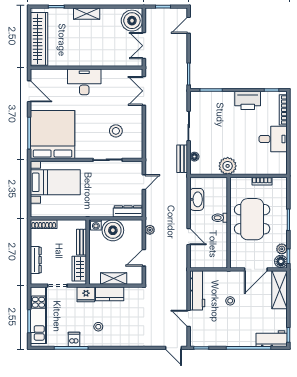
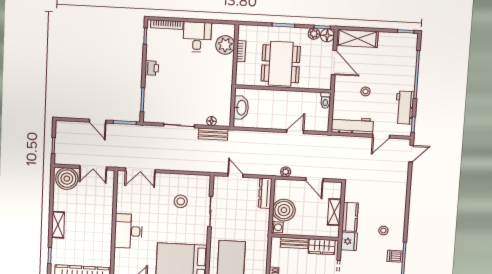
door: (189, 25) -> (98, 121), moved
printer: (248, 100) -> (152, 68), width x0.53, depth x0.68
plant: (228, 166) -> (225, 45), moved
washbasin: (197, 199) -> (241, 108), moved, turned 90
toilet: (220, 218) -> (325, 100), moved
dining table: (252, 219) -> (281, 64), turned 90
workbench: (272, 339) -> (405, 108), moved

